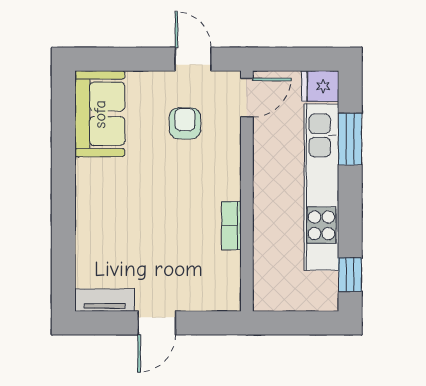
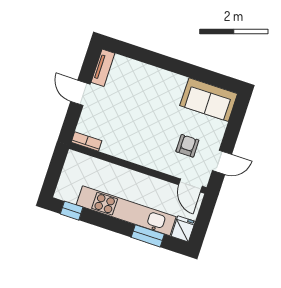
armchair: (185, 123) -> (187, 146), turned -90
bookcase: (231, 226) -> (86, 141), moved

